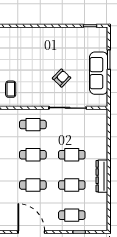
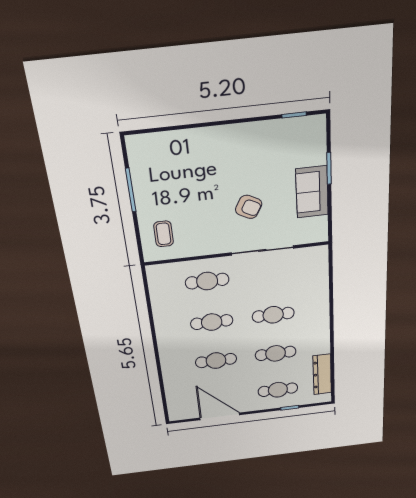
sofa: (99, 73) -> (312, 192), width x0.73
armchair: (61, 78) -> (249, 207), turned 74
dresser: (102, 176) -> (322, 374), moved

